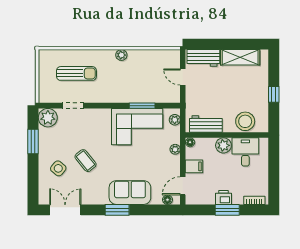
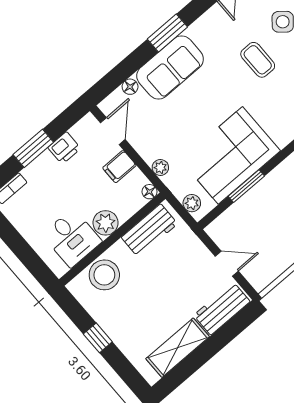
coffee table: (86, 161) -> (258, 60), turned 39
printer: (223, 197) -> (64, 148), moved
floor lamp: (167, 200) -> (130, 87), moved

